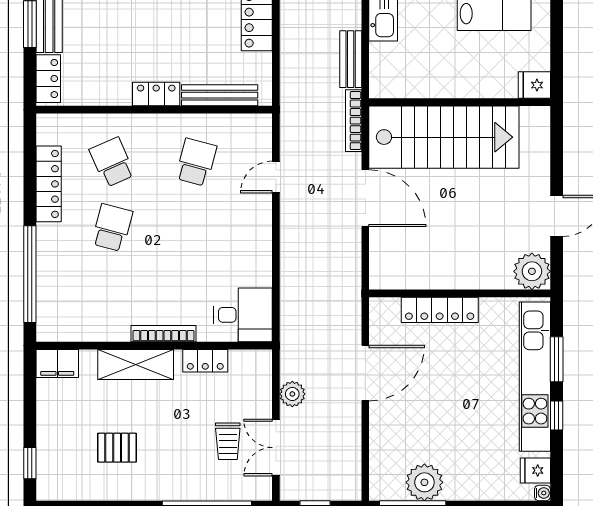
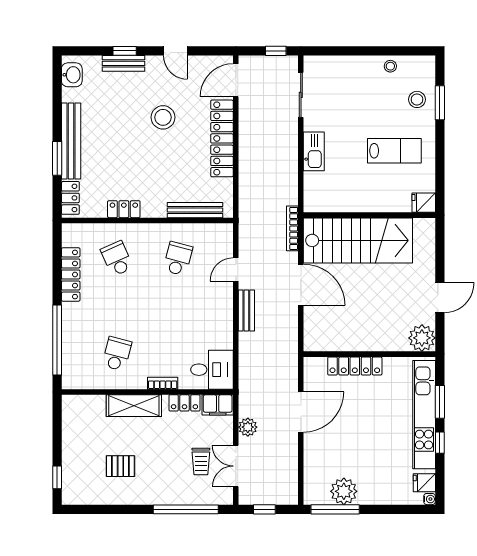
bench: (351, 59) -> (246, 310), moved
locker: (156, 94) -> (124, 209), moved
school desk: (112, 228) -> (117, 354), moved
bookcase: (164, 334) -> (163, 383), width x0.64
filing cabinet: (57, 363) -> (218, 405), moved

